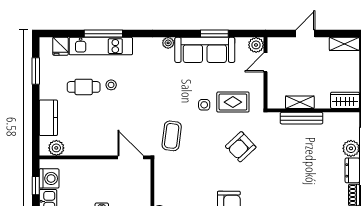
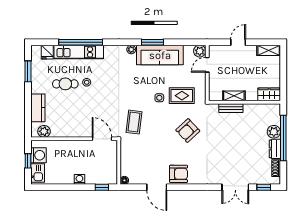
window: (103, 34) -> (81, 42), width x1.46
window: (214, 34) -> (153, 42), moved
bench: (302, 118) -> (231, 108), width x0.73

